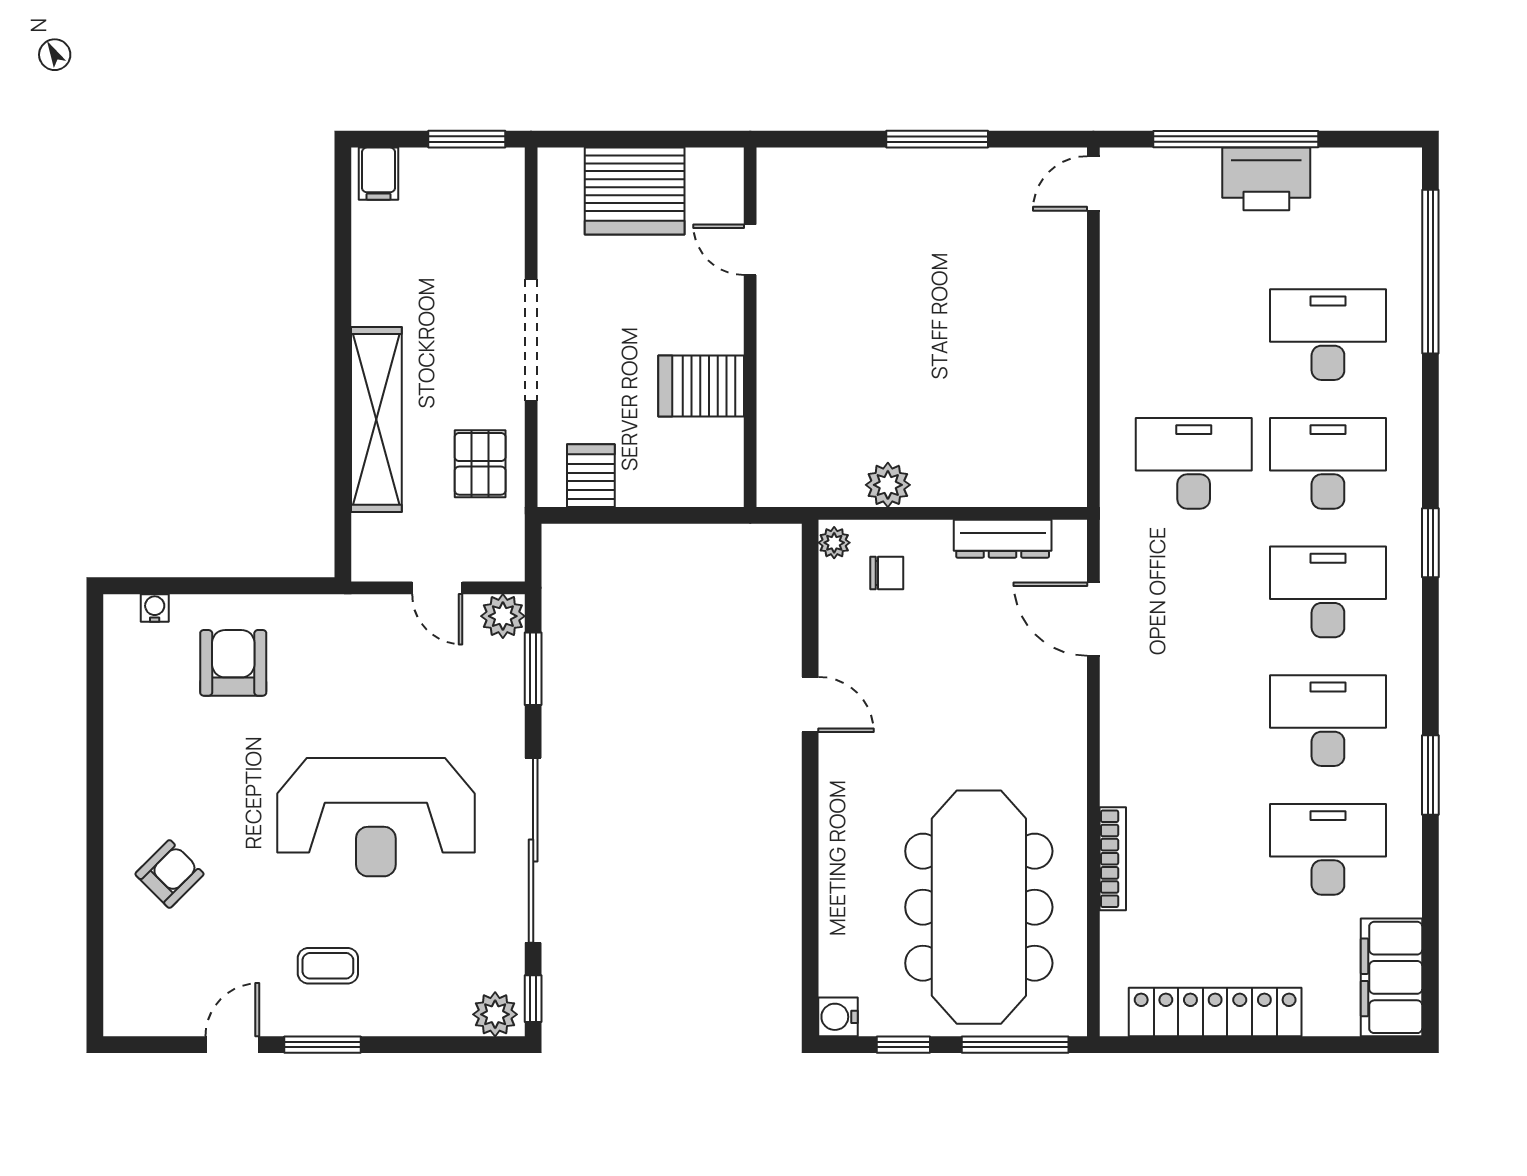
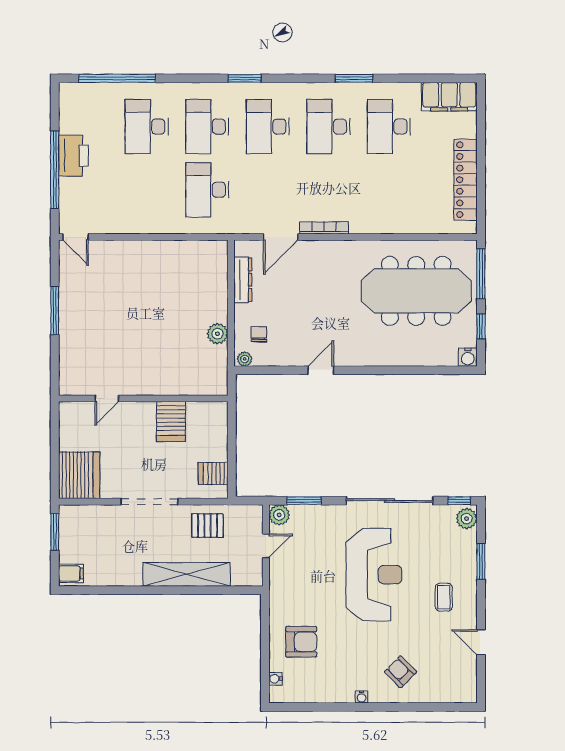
server rack: (635, 191) -> (79, 475), moved
armchair: (233, 663) -> (301, 642), turned 180
water cooler: (116, 791) -> (361, 697), added
bookcase: (1113, 859) -> (324, 228), moved
window: (322, 1045) -> (481, 561), moved

